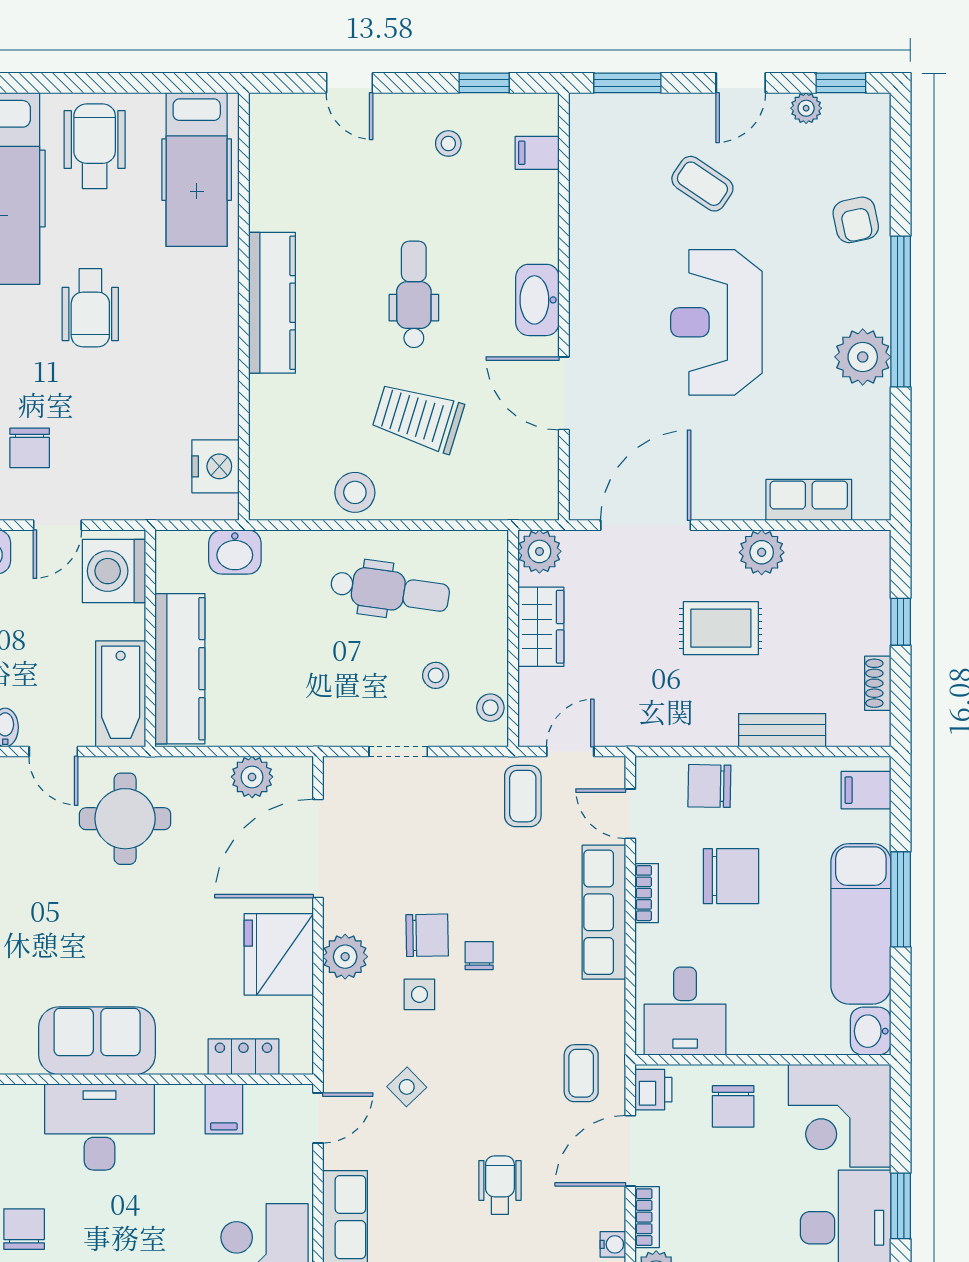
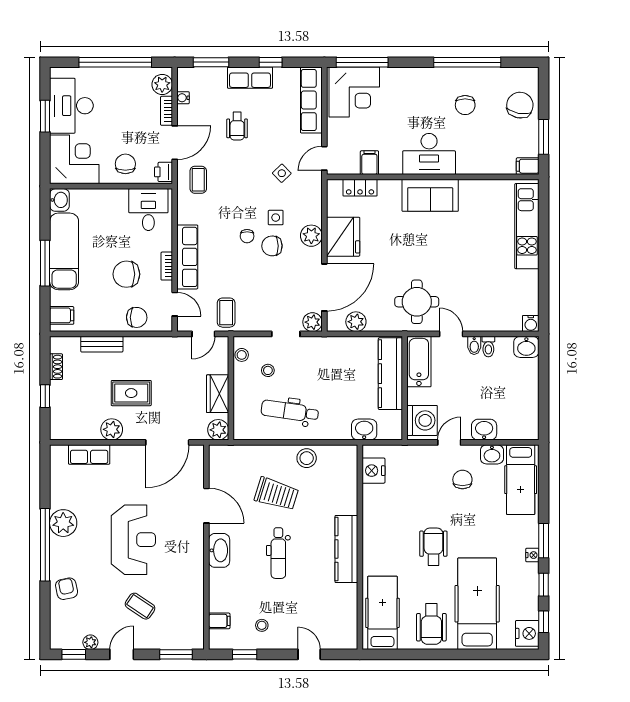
plant: (343, 776) -> (312, 322), added

